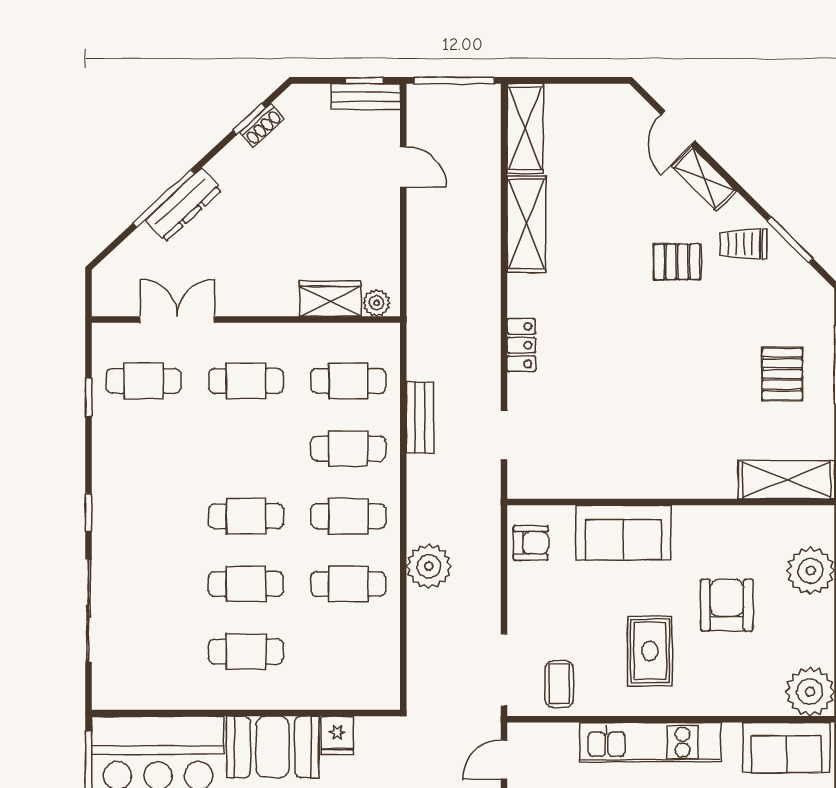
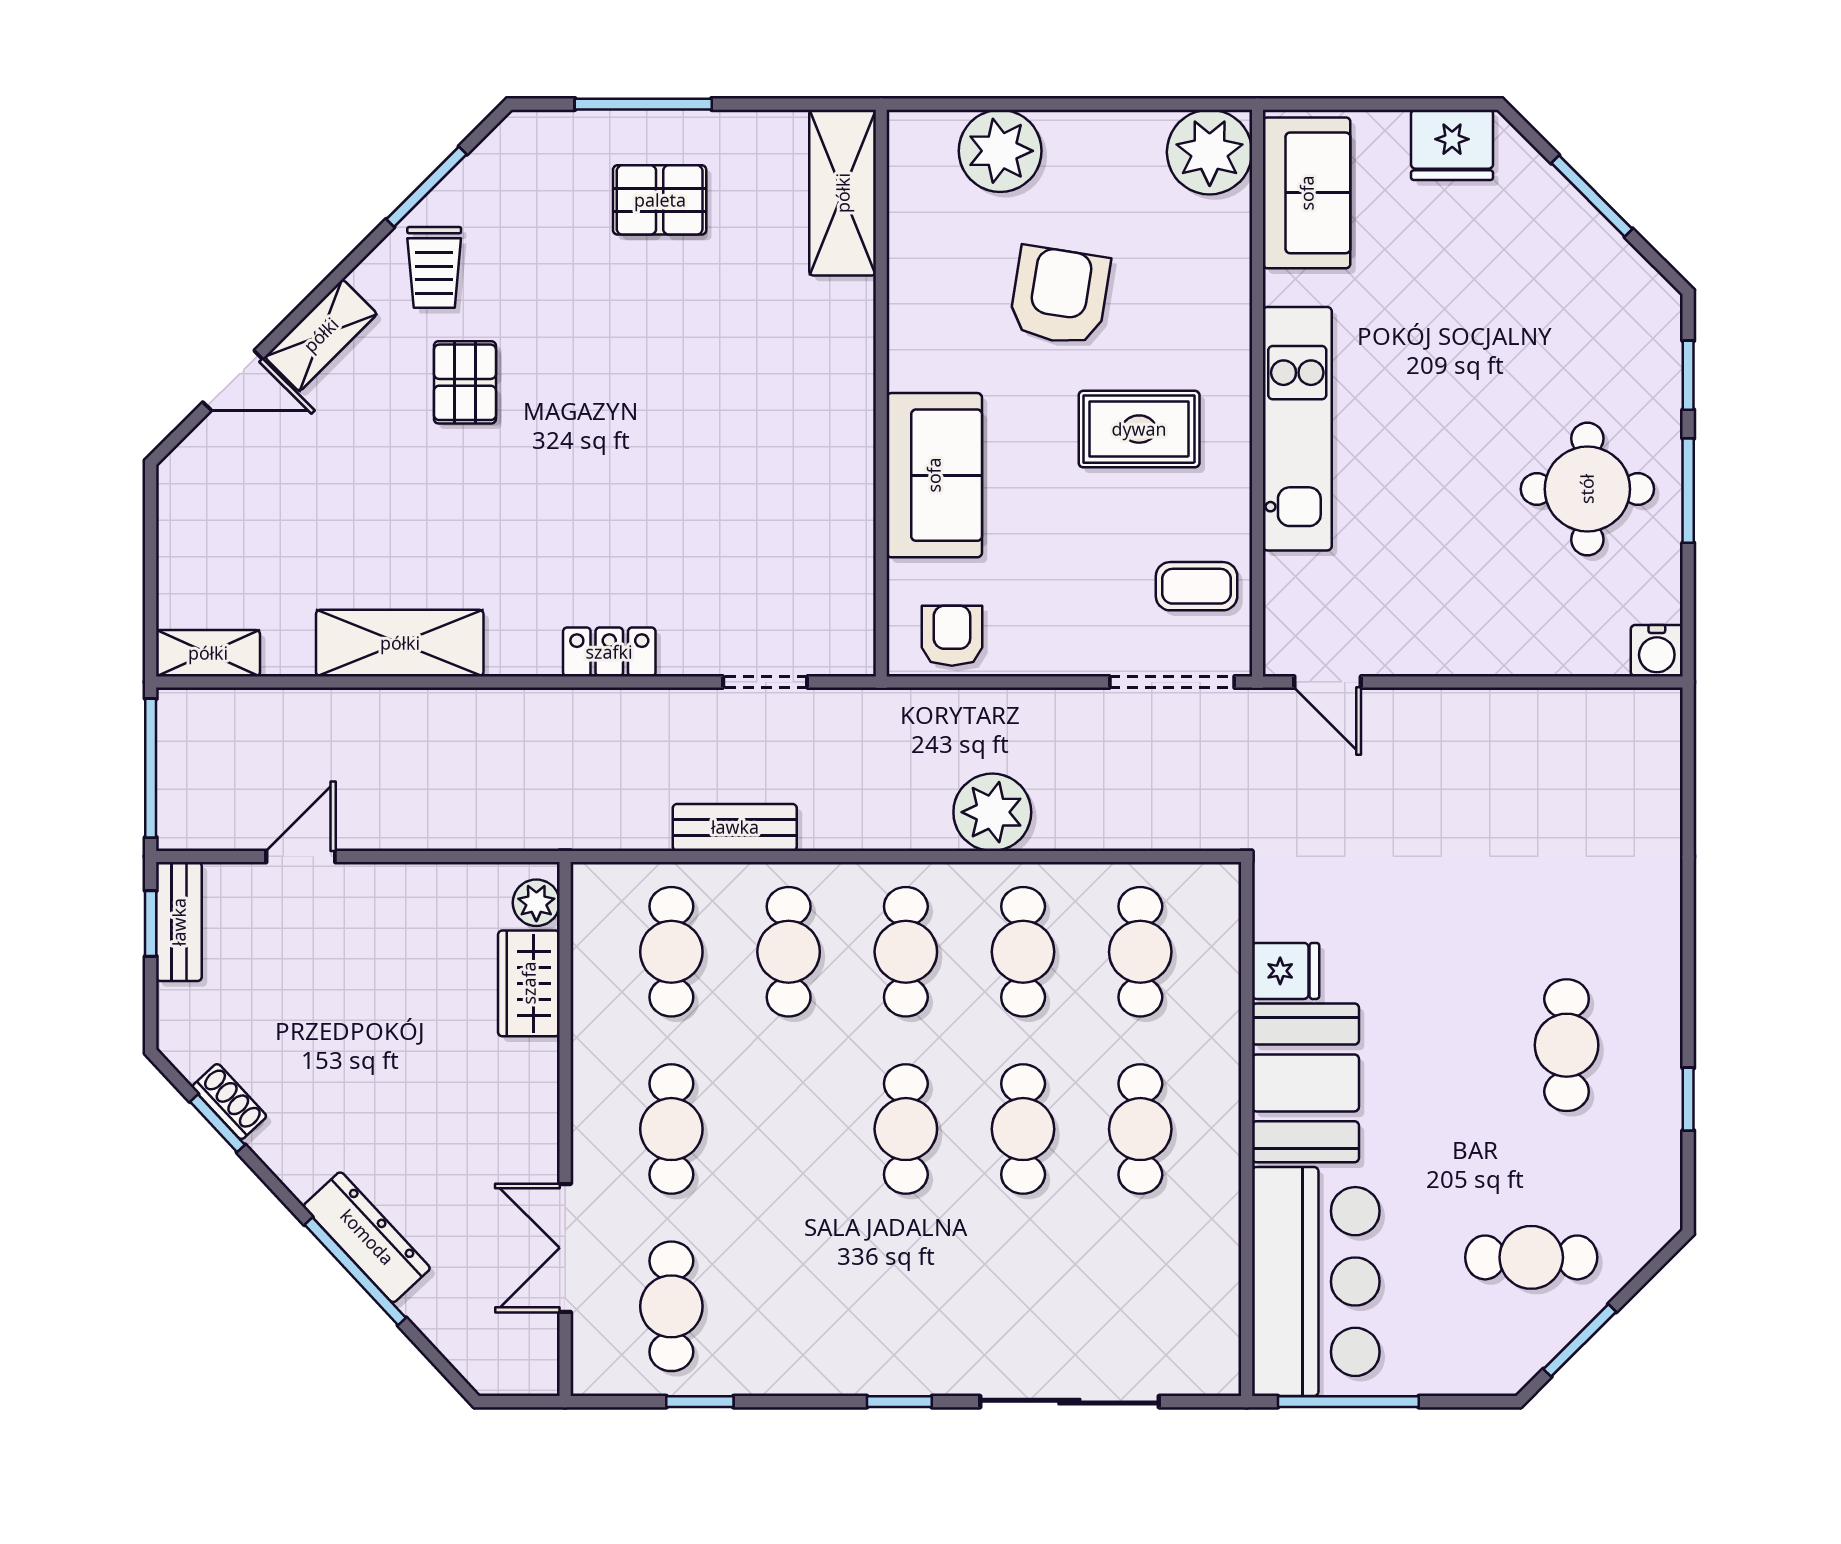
shelving: (525, 128) -> (208, 653), width x0.67, depth x0.75
armchair: (727, 605) -> (1060, 296), turned 99
cafe table: (348, 652) -> (1140, 952), added

